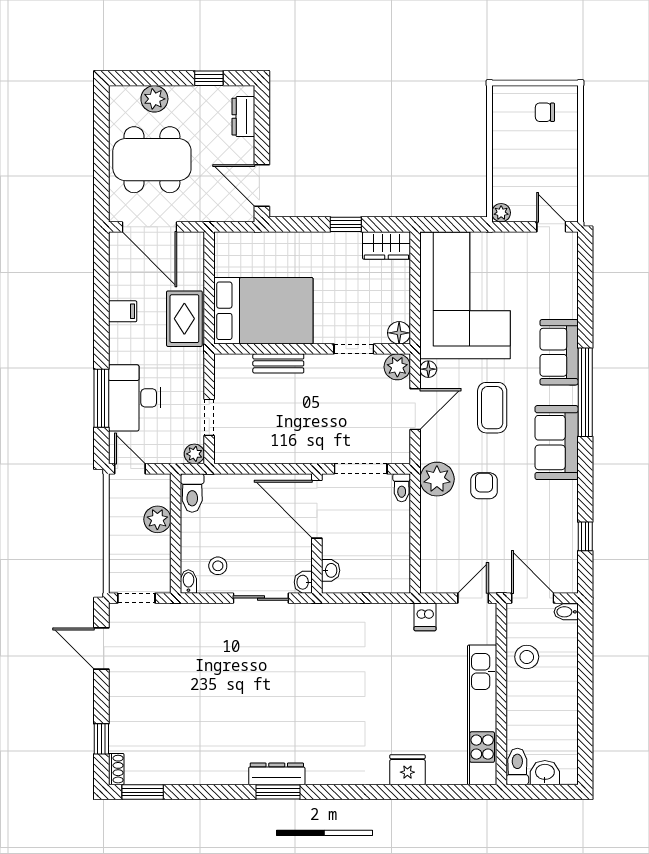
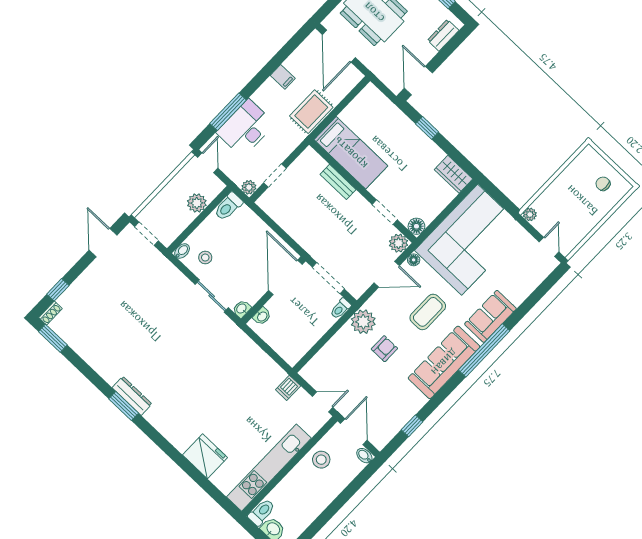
window: (346, 224) -> (427, 128), moved
bed: (263, 311) -> (351, 153), width x0.67
sofa: (557, 443) -> (444, 362), width x1.36
fridge: (407, 770) -> (205, 456), width x1.36, depth x1.34

